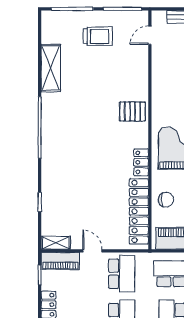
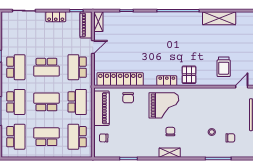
door: (150, 35) -> (242, 87), hinge flipped
trolley: (98, 36) -> (224, 67), moved
locker: (141, 162) -> (167, 81), moved
school desk: (122, 274) -> (77, 67), turned 90

